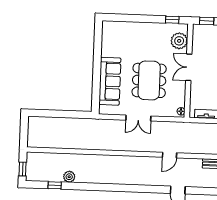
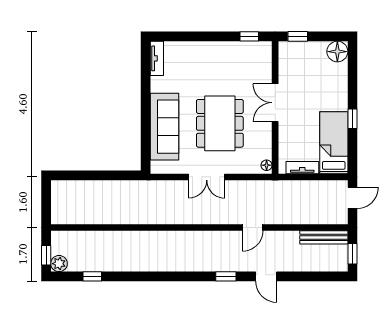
tv unit: (106, 33) -> (157, 58), added
plant: (179, 41) -> (260, 66), removed
plant: (69, 177) -> (59, 264), moved
window: (149, 189) -> (226, 276), added

